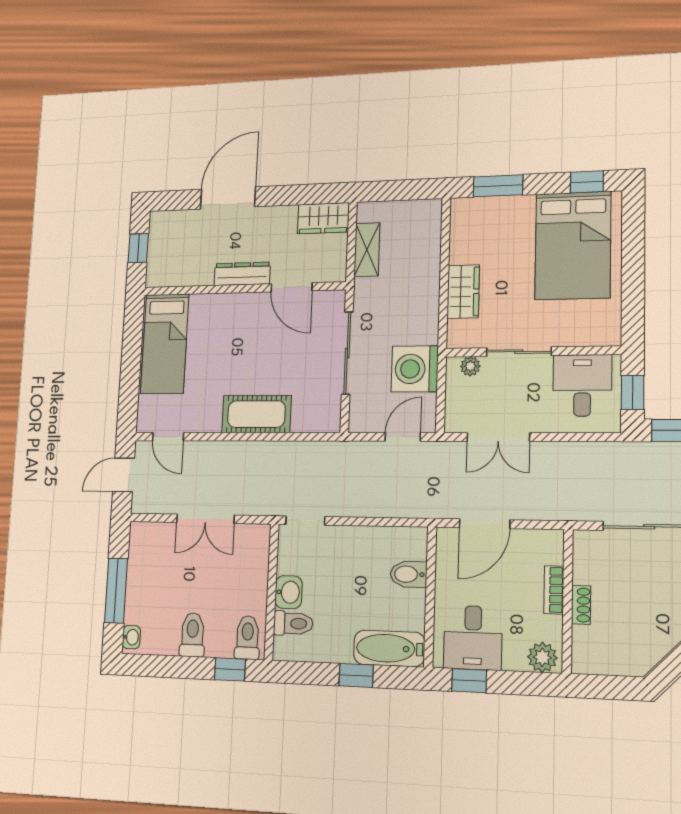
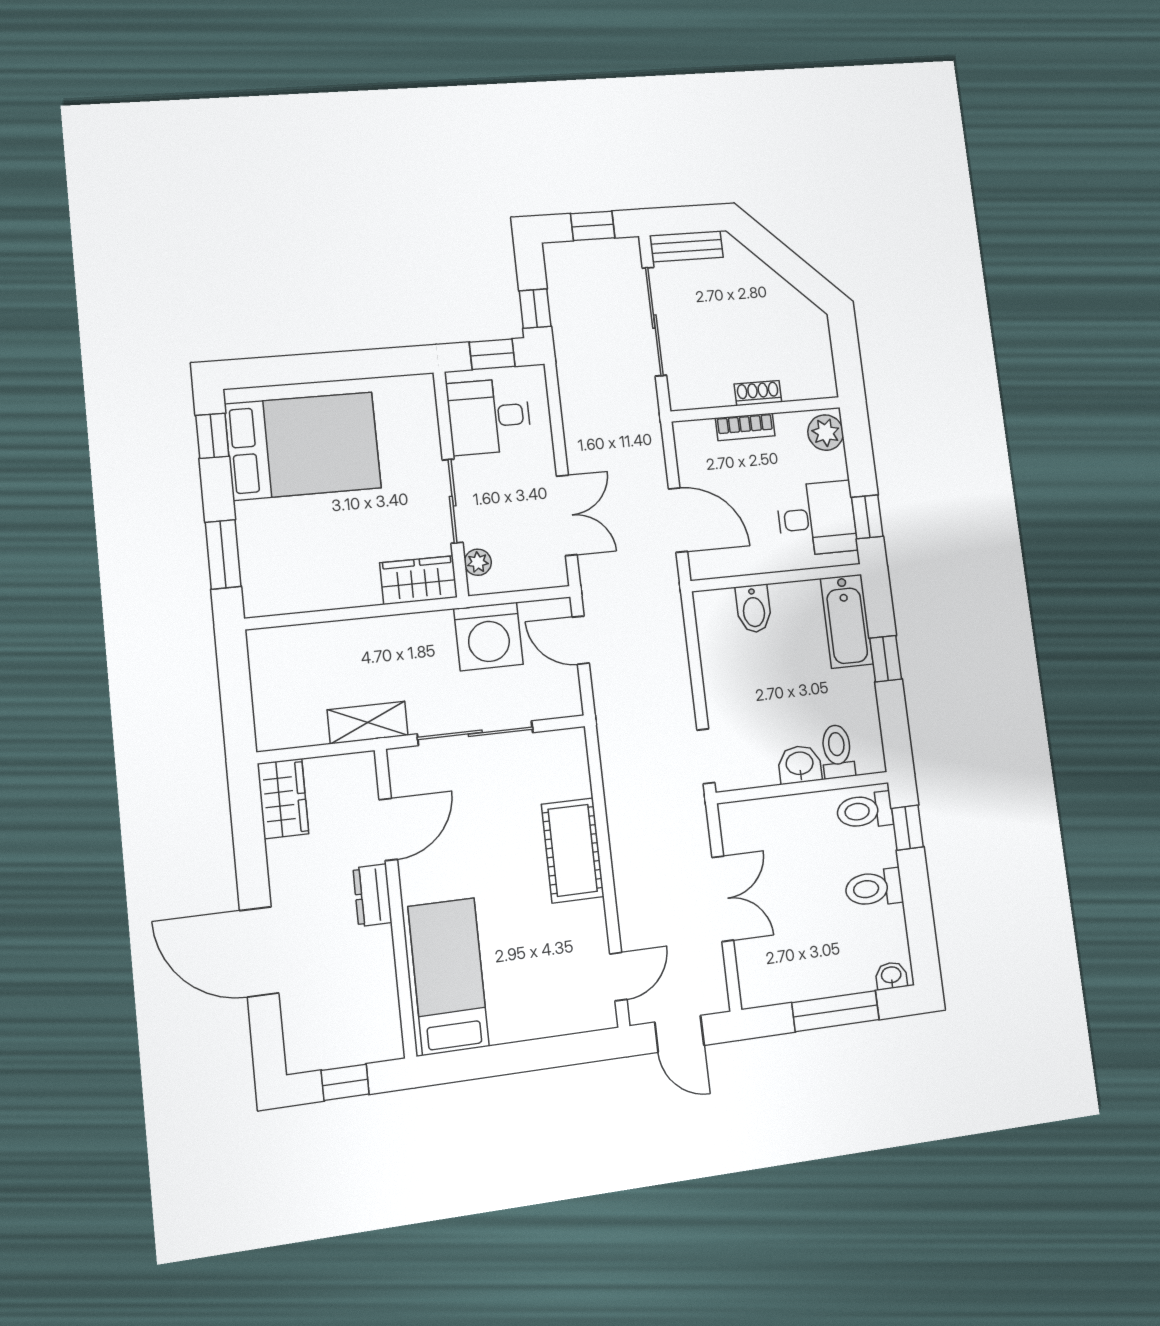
shelving: (367, 250) -> (368, 723), moved
dresser: (242, 274) -> (372, 895), width x0.70
wardrobe: (463, 292) -> (419, 580), moved
bed: (165, 344) -> (448, 976), moved, turned -90

